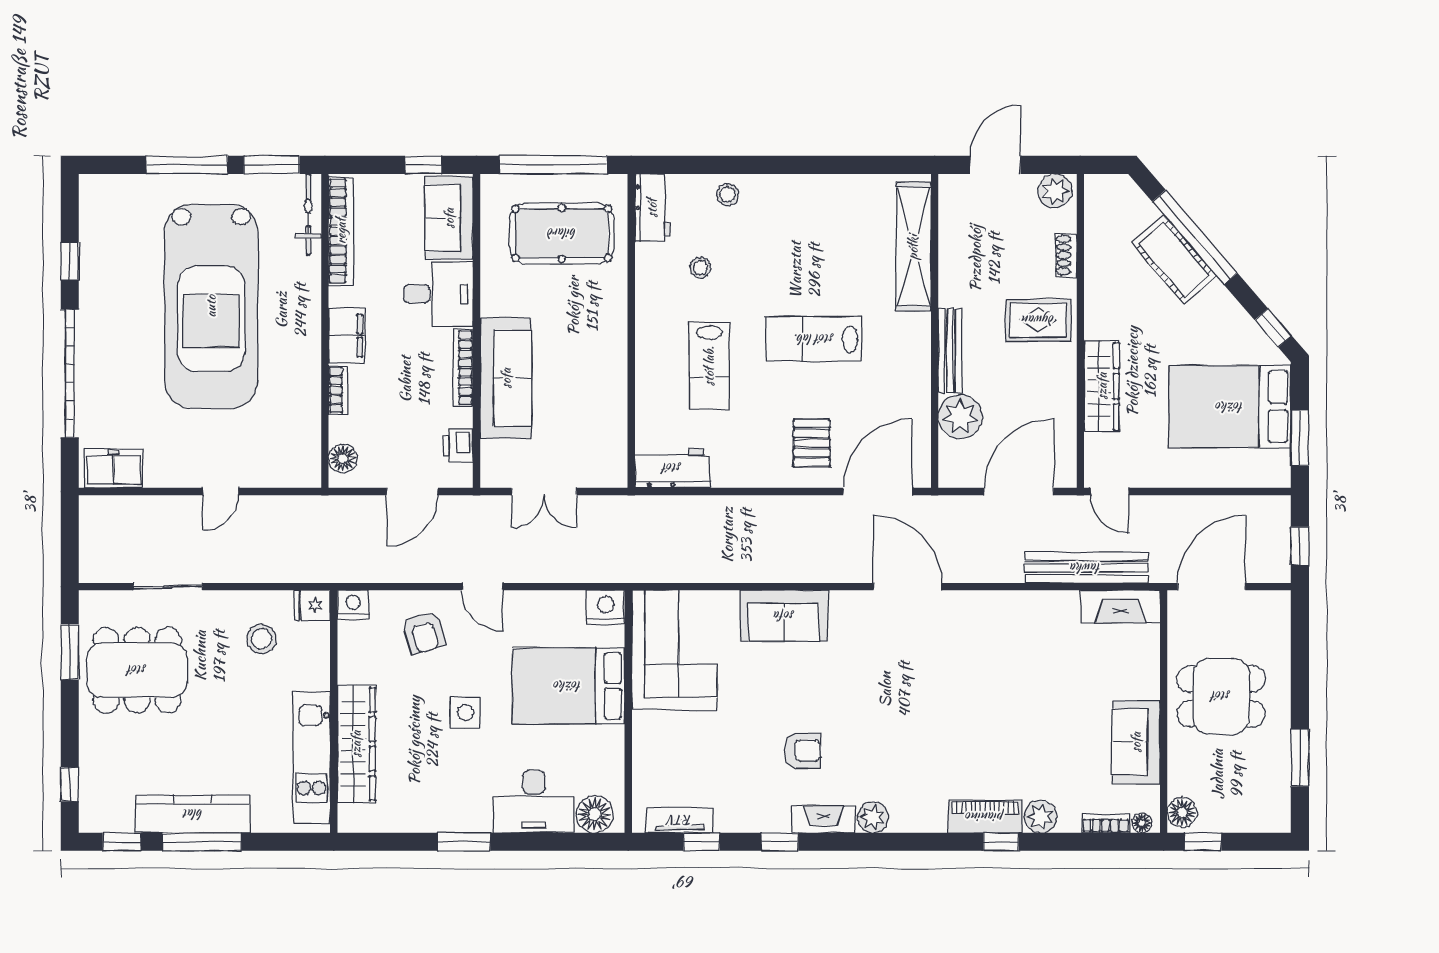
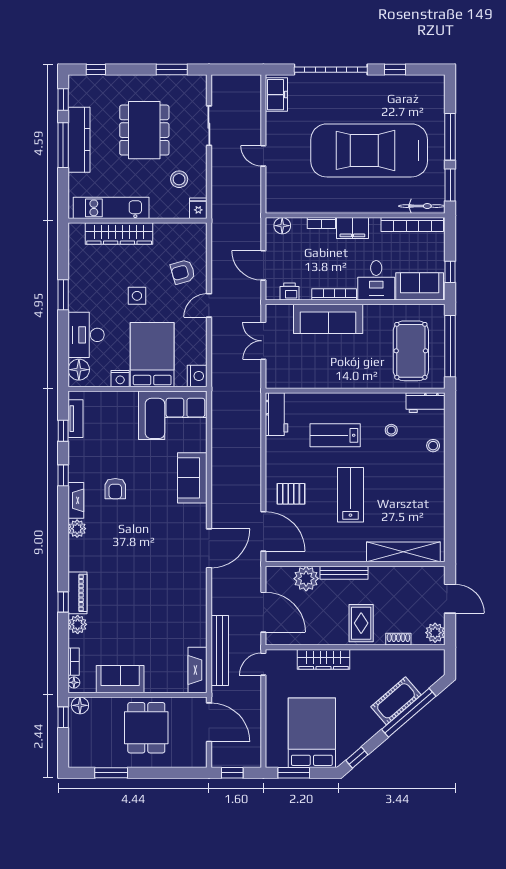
nightstand: (353, 605) -> (120, 379), moved, turned 90
dining table: (137, 670) -> (144, 130), moved

